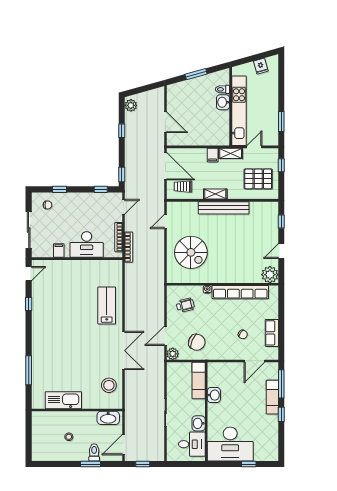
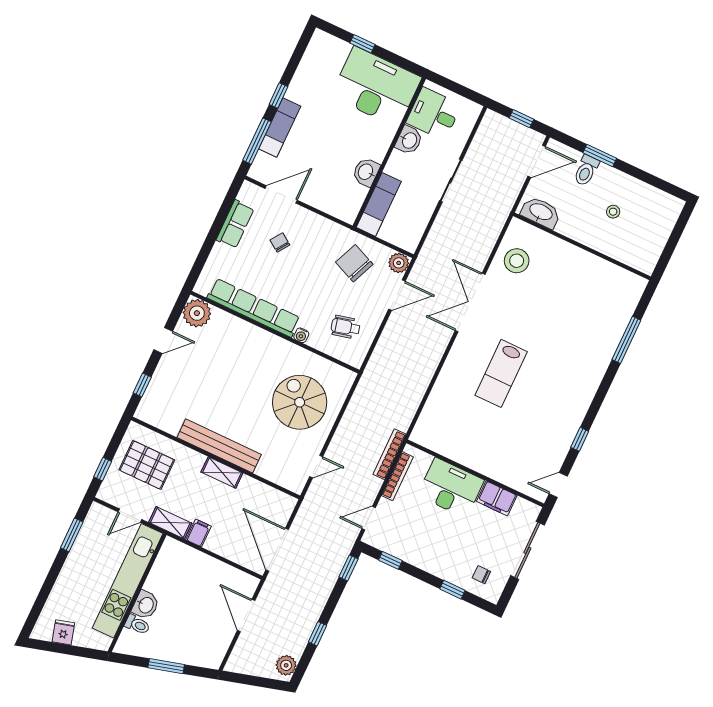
trolley: (183, 187) -> (265, 506), removed
filing cabinet: (59, 251) -> (497, 498), width x2.00
lab bench: (107, 306) -> (501, 373), moved
kitchen sink: (63, 400) -> (595, 271), removed

